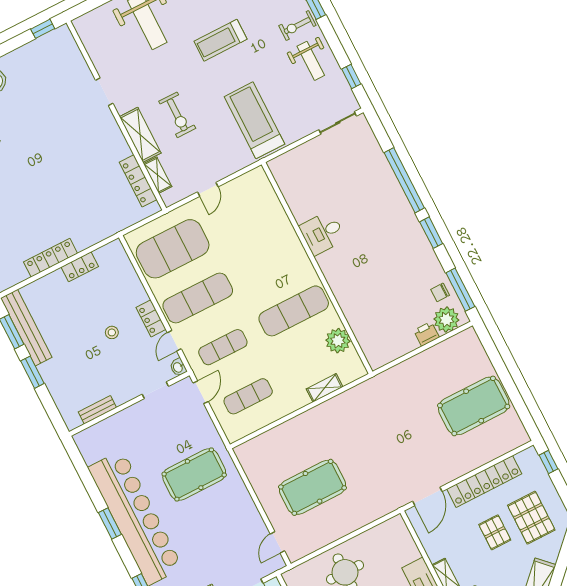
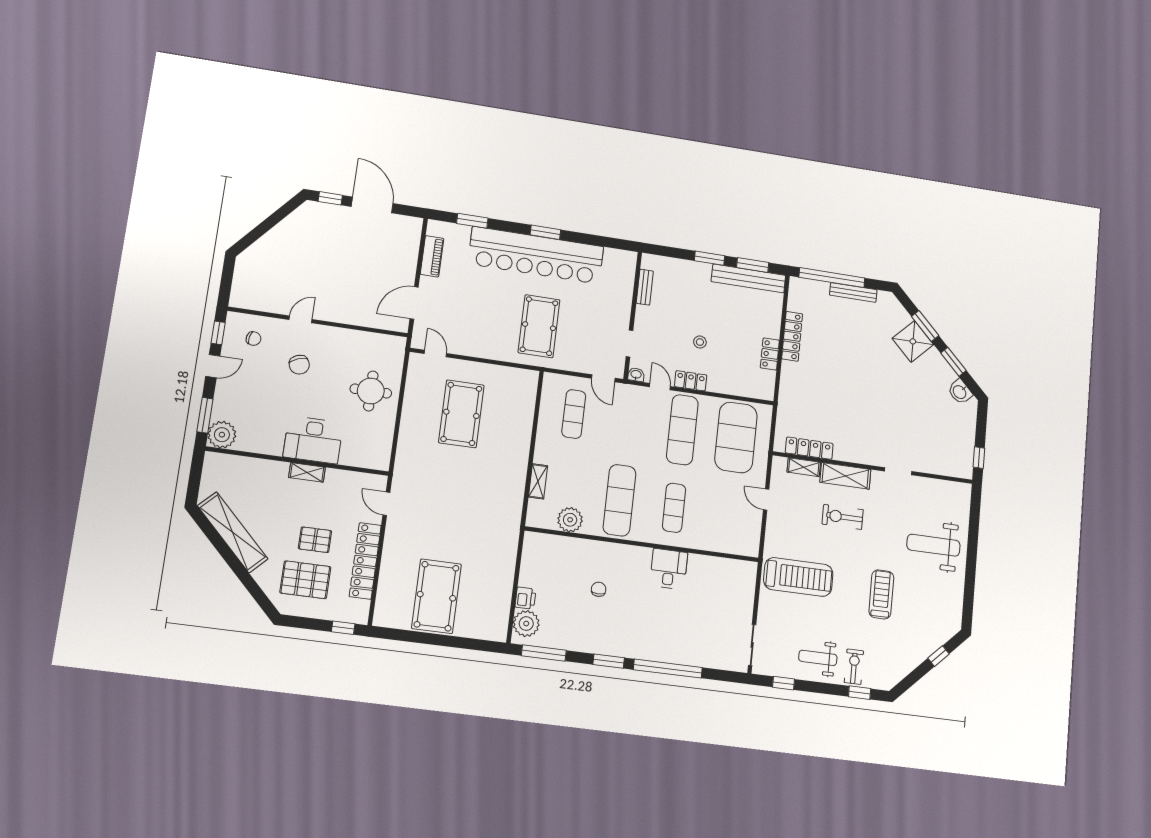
chair: (440, 292) -> (599, 589), moved
exercise mat: (223, 347) -> (674, 508), moved
door: (427, 496) -> (386, 504), width x0.73

